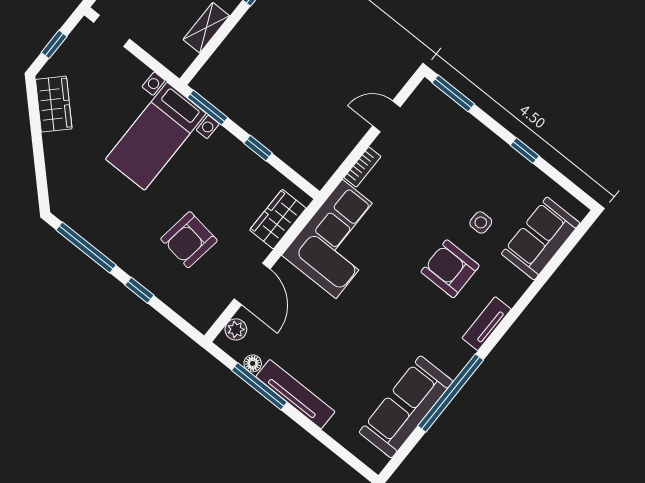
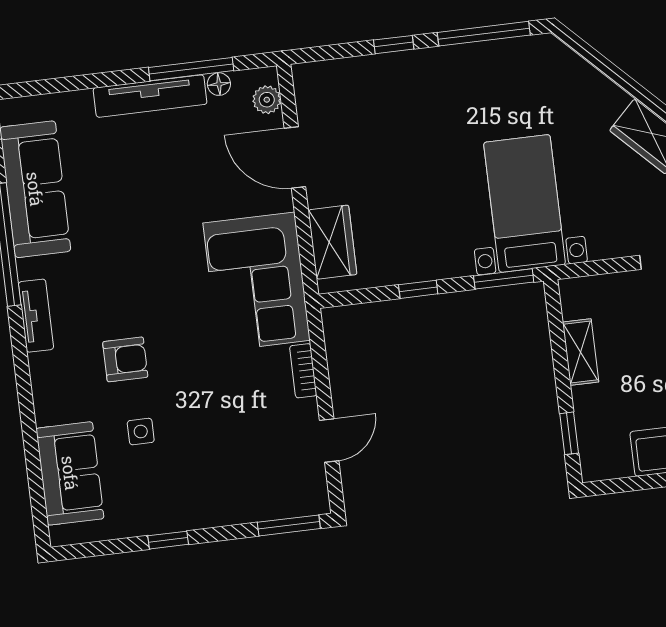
armchair: (189, 240) -> (396, 139), removed
armchair: (450, 269) -> (125, 359), width x0.72, depth x0.72
tv unit: (487, 324) -> (36, 316), moved

